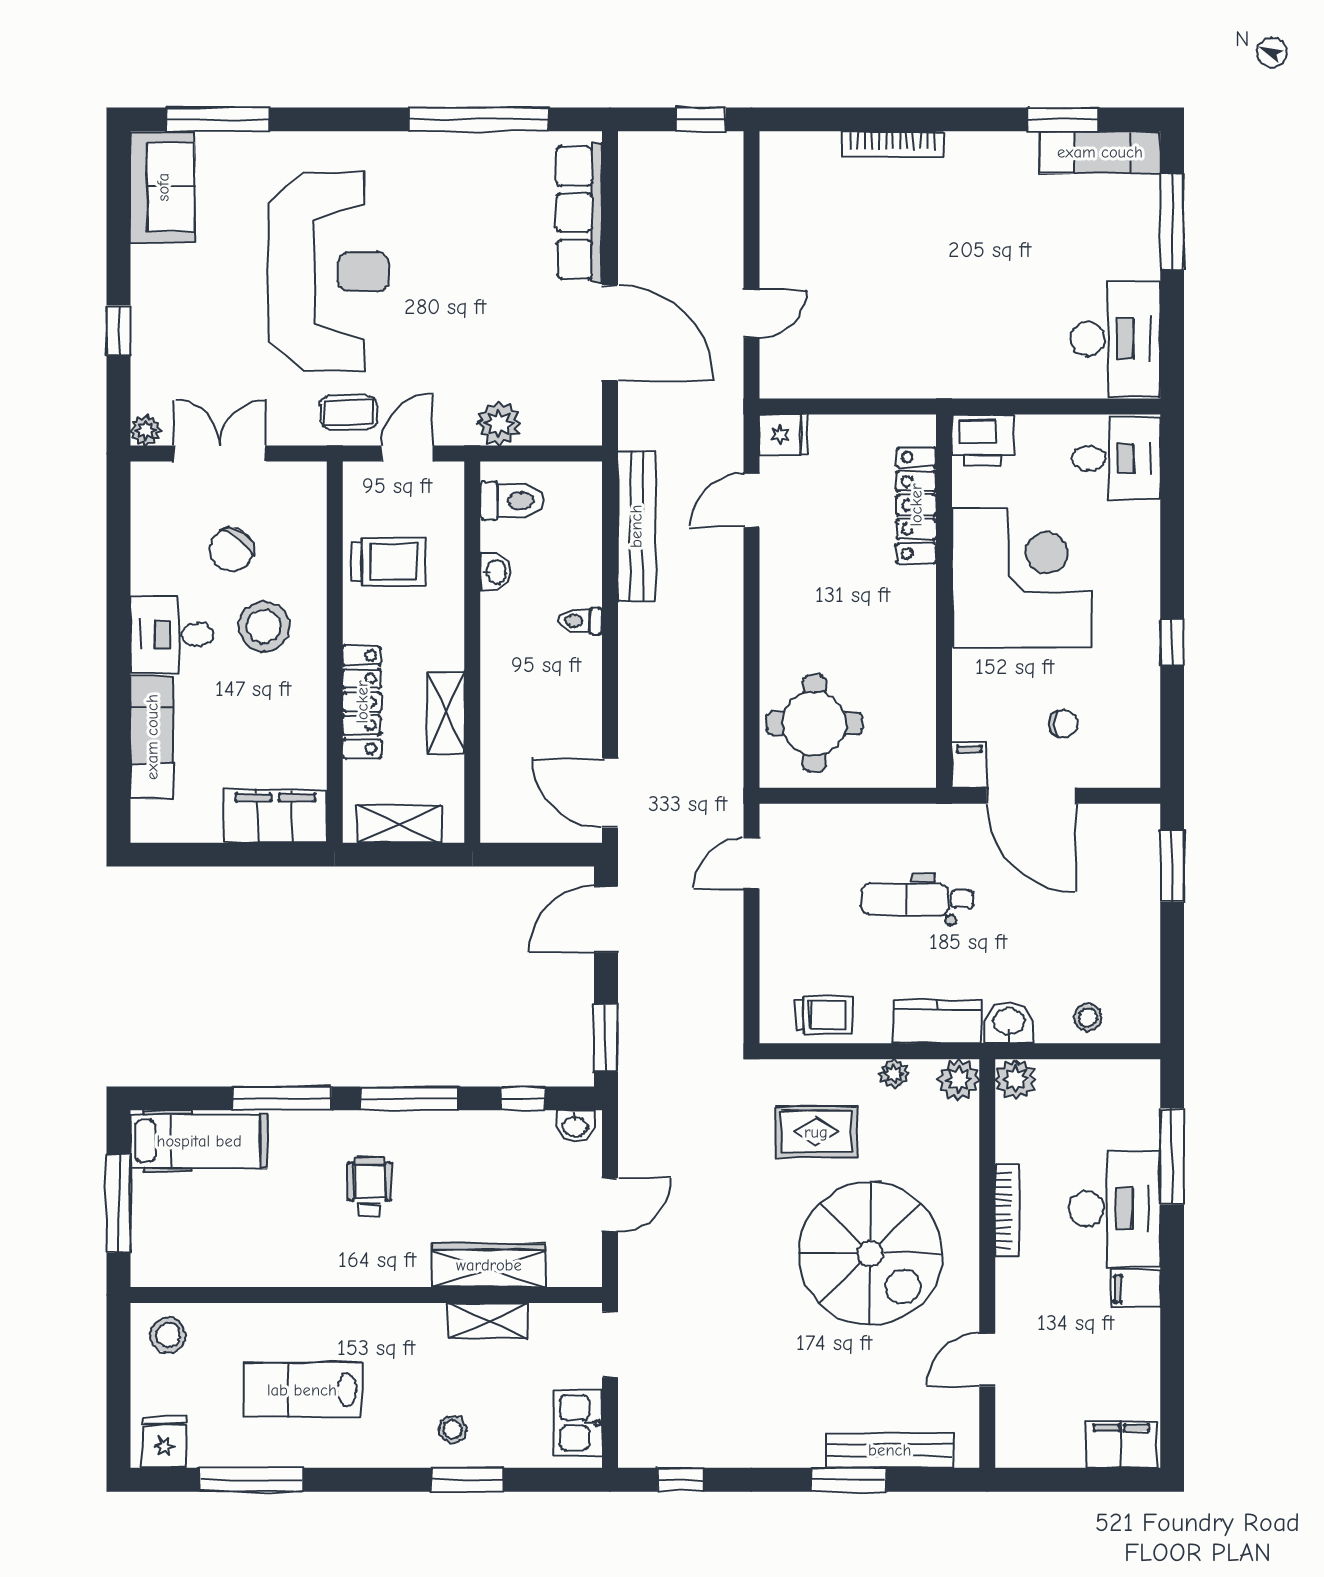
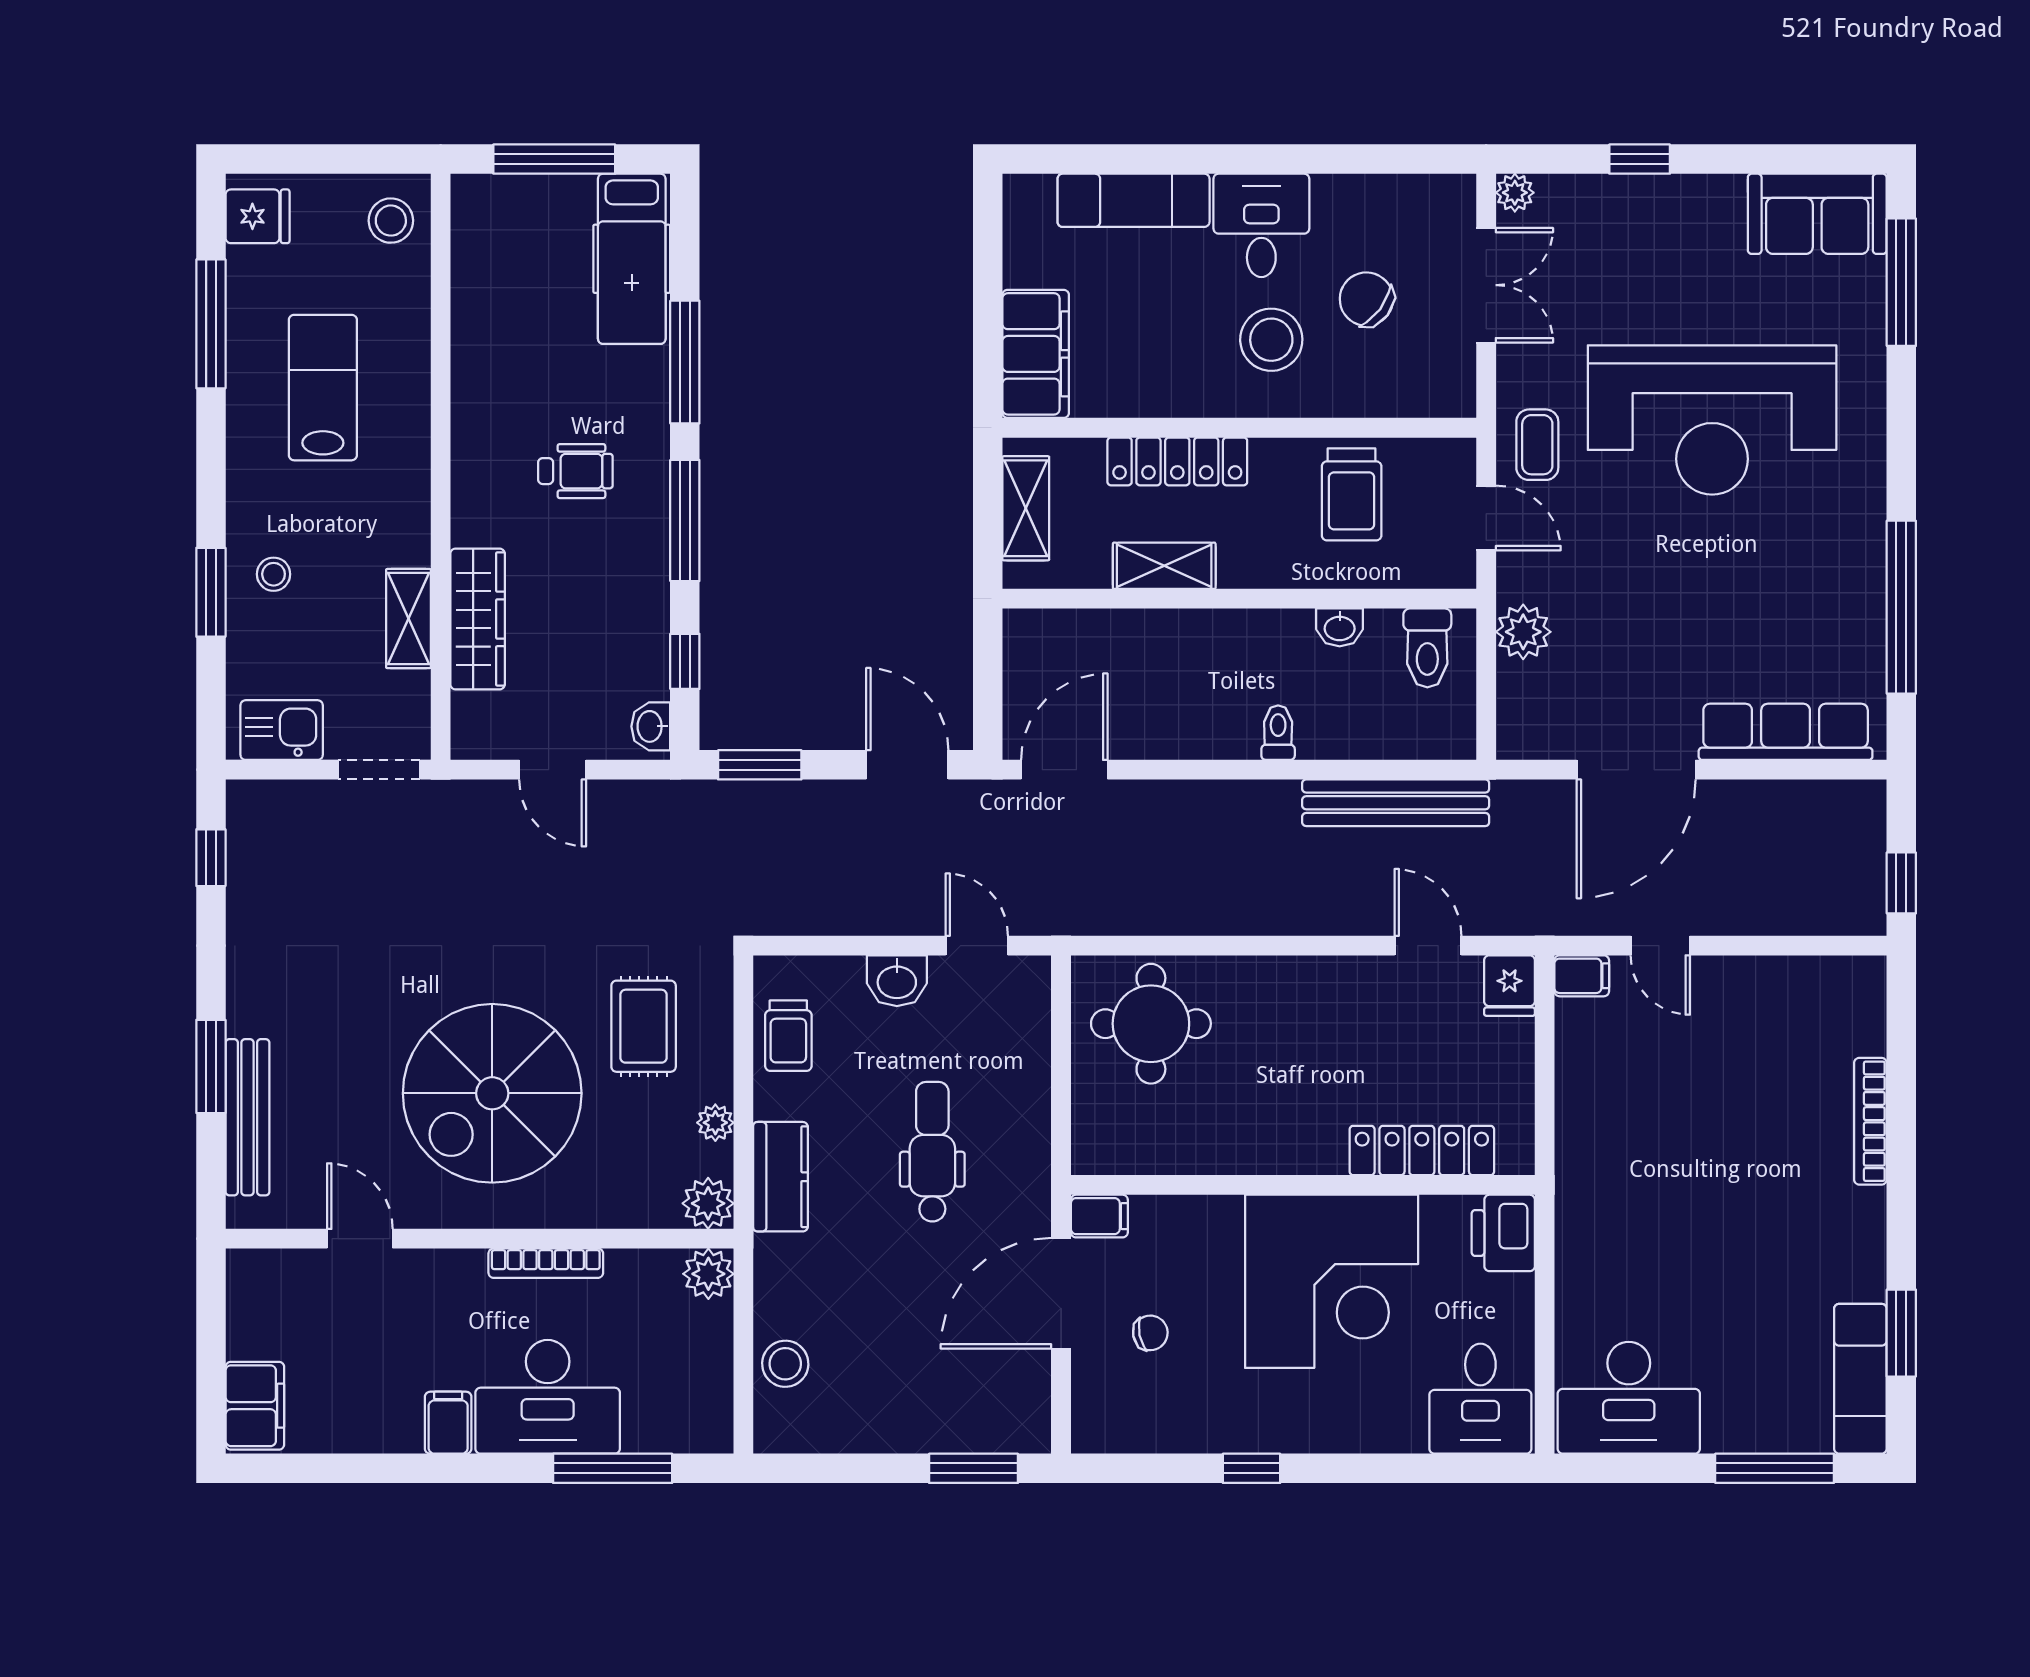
filing cabinet: (776, 377) -> (1582, 976), added
chair: (1063, 724) -> (1150, 1333), turned -101
stool: (1088, 1018) -> (785, 1364), width x1.37, depth x1.37
washbasin: (1009, 1023) -> (897, 981), moved, turned 90

